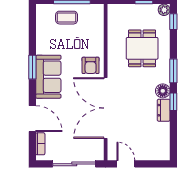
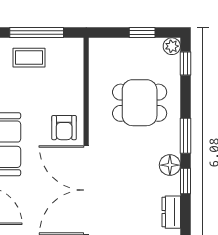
dining table: (142, 48) -> (140, 103), turned 90
dresser: (164, 110) -> (171, 212), moved

